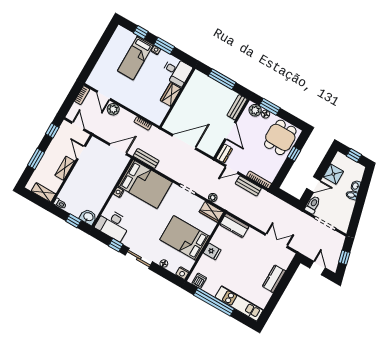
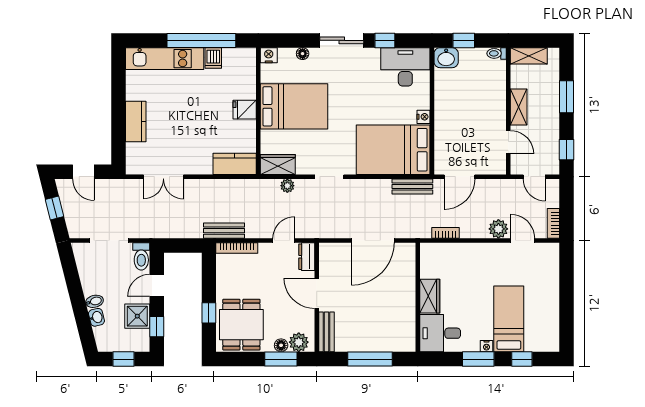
window: (326, 162) -> (157, 327), added
bench: (248, 186) -> (224, 231), moved
dishwasher: (199, 281) -> (213, 58), moved

